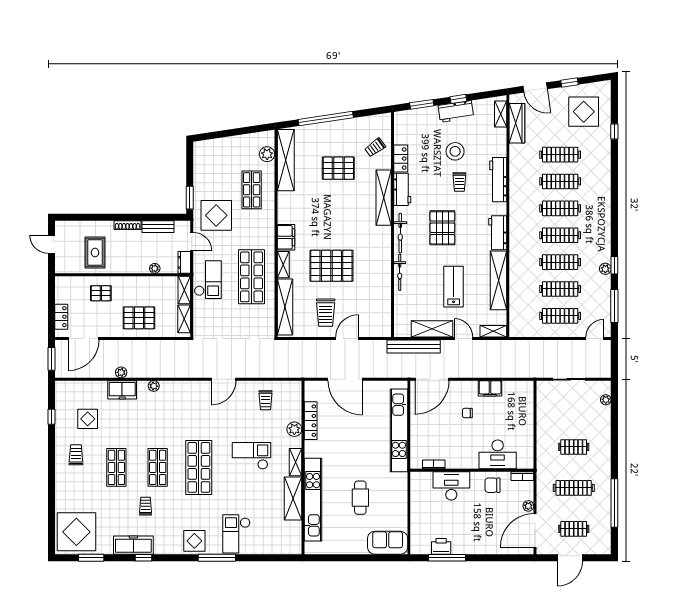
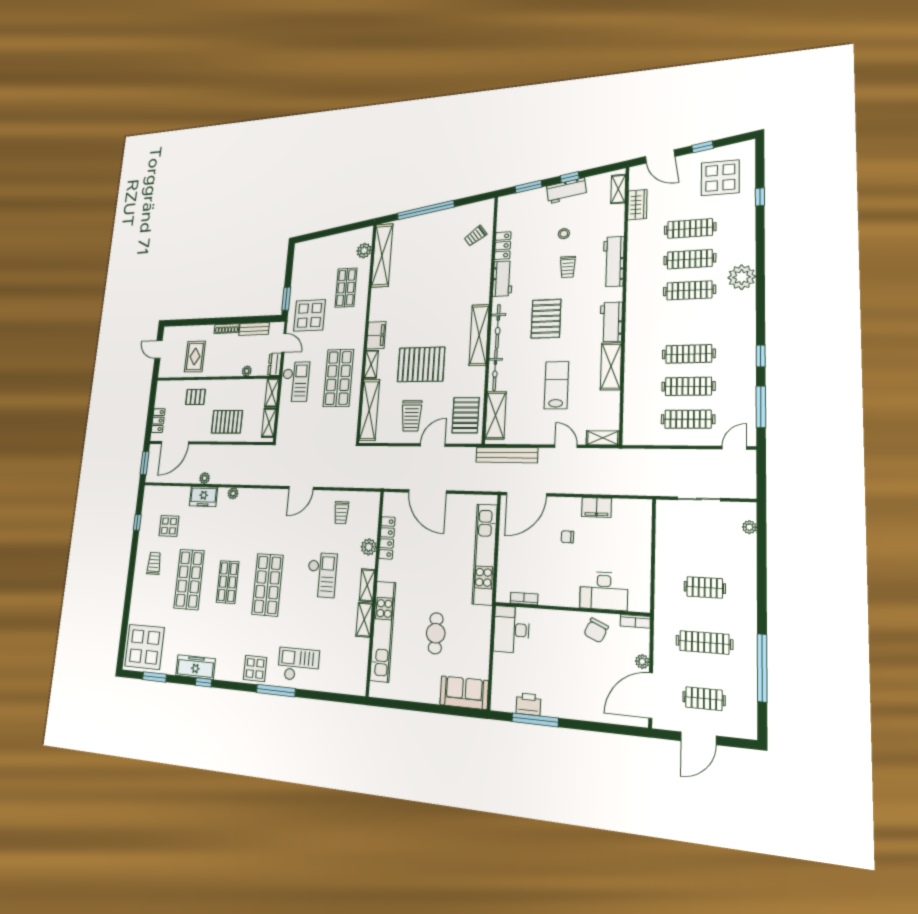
wardrobe: (517, 123) -> (637, 205), width x0.67
stool: (455, 151) -> (564, 234), width x0.53, depth x0.53
pallet: (338, 168) -> (466, 415), moved, turned 90
shelving: (384, 198) -> (479, 335), moved
clothes rail: (560, 235) -> (689, 322), removed
plant: (605, 269) -> (742, 277), moved, width x1.88, depth x1.88
shelving: (498, 280) -> (611, 366), width x0.68
shelving: (432, 329) -> (496, 415), moved, turned 90
checkout: (252, 456) -> (322, 575), turned 90
shop shelf: (116, 467) -> (189, 579), width x1.43, depth x1.36
chair: (493, 485) -> (596, 630), turned -66
desk: (451, 486) -> (511, 630), moved, turned -90
shelving: (293, 498) -> (364, 620), width x0.67, depth x0.75
trolley: (146, 506) -> (212, 624), removed
checkout: (236, 534) -> (298, 665), turned 90

